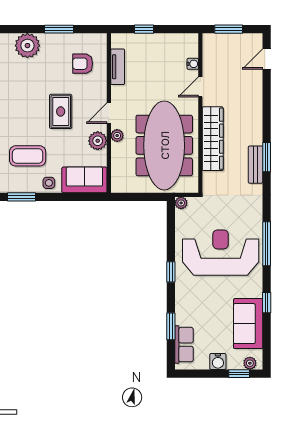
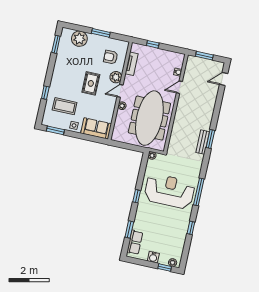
wardrobe: (213, 139) -> (180, 120), removed
plant: (98, 141) -> (116, 77), moved
sofa: (248, 324) -> (177, 238), removed

